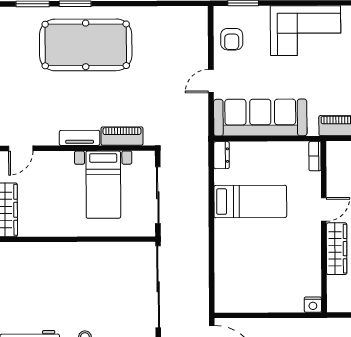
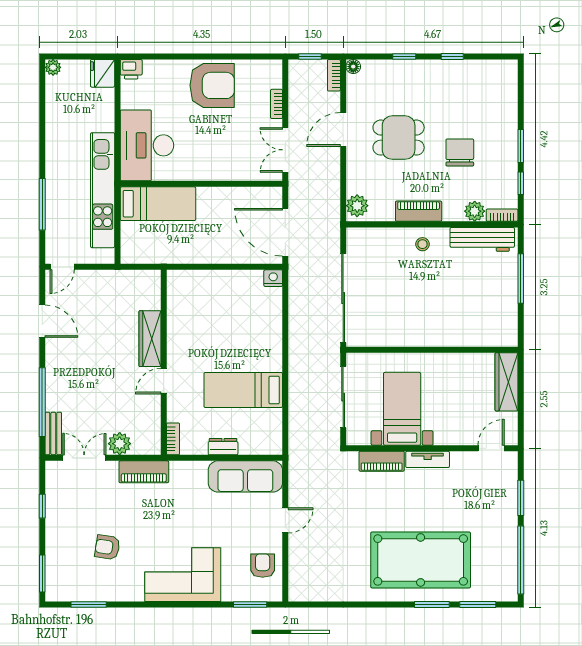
sofa: (260, 118) -> (245, 476), width x0.74, depth x0.79
dresser: (222, 155) -> (223, 447), moved, turned 90
nightstand: (313, 305) -> (273, 278), moved

